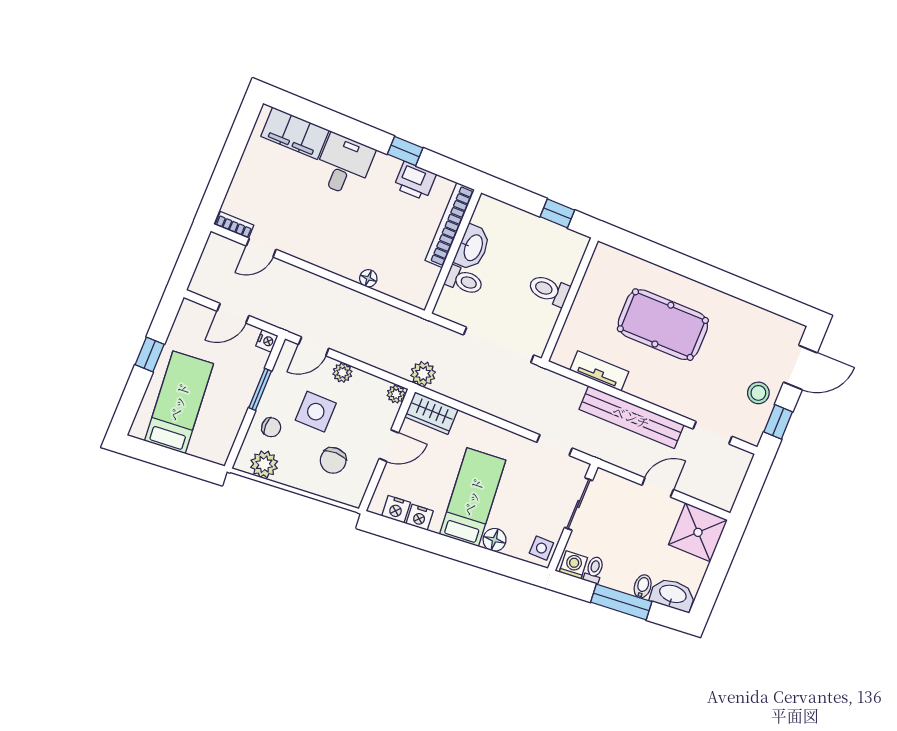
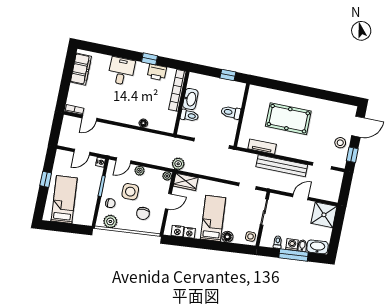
filing cabinet: (295, 133) -> (81, 69), moved, turned -90
washing machine: (573, 565) -> (292, 245), moved

